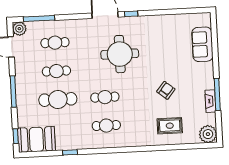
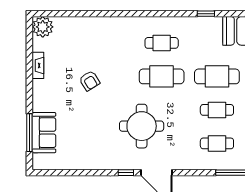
armchair: (166, 90) -> (90, 81), turned -71
window: (217, 95) -> (29, 133), moved
cafe table: (105, 97) -> (162, 76), width x1.37, depth x1.35
rug: (170, 126) -> (87, 39), removed

